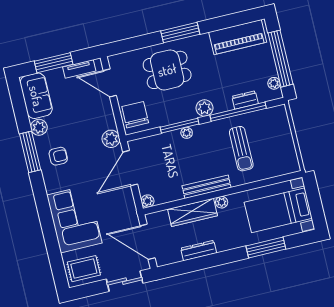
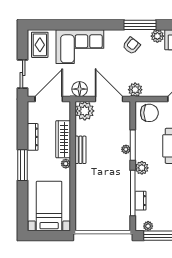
sun lounger: (241, 149) -> (104, 189), removed
armchair: (58, 156) -> (131, 46), turned -141
bench: (207, 187) -> (81, 150), width x0.73
plant: (148, 201) -> (85, 111), width x1.88, depth x1.88
floor lamp: (126, 207) -> (80, 89), added
window: (266, 248) -> (23, 165), moved

